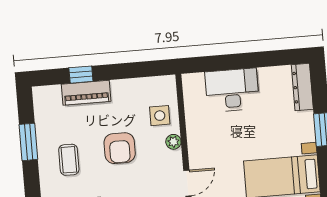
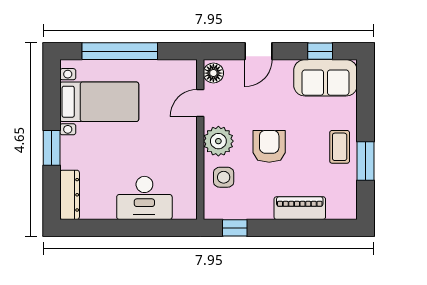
window: (81, 75) -> (235, 228), moved
plant: (173, 142) -> (218, 141), width x1.87, depth x1.87
coffee table: (69, 160) -> (340, 147), moved

